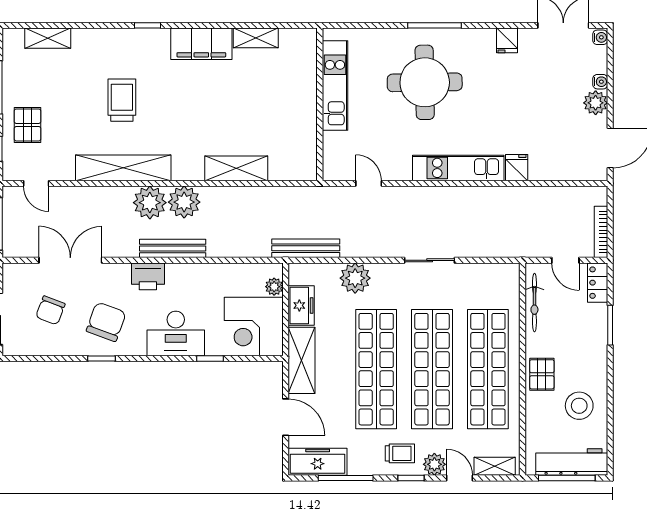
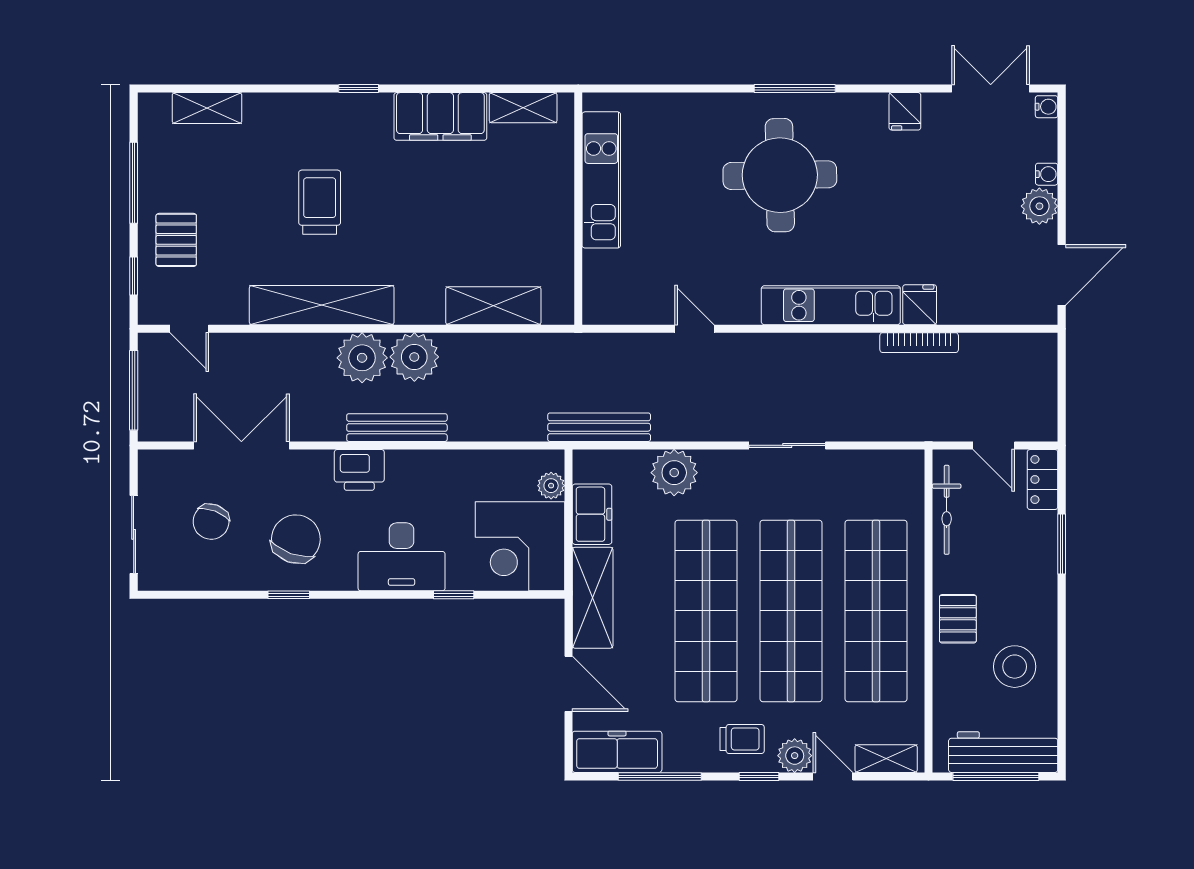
kitchen unit: (335, 85) -> (601, 180), moved
wall: (320, 104) -> (578, 209), moved
bookcase: (601, 232) -> (919, 343), moved, turned -90

